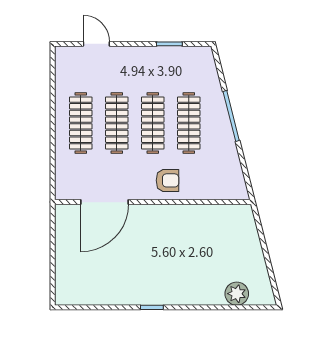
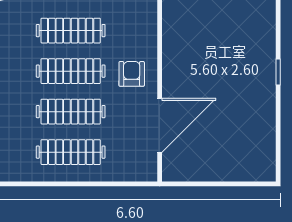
armchair: (167, 180) -> (132, 74), moved
door: (105, 202) -> (160, 125), hinge flipped

